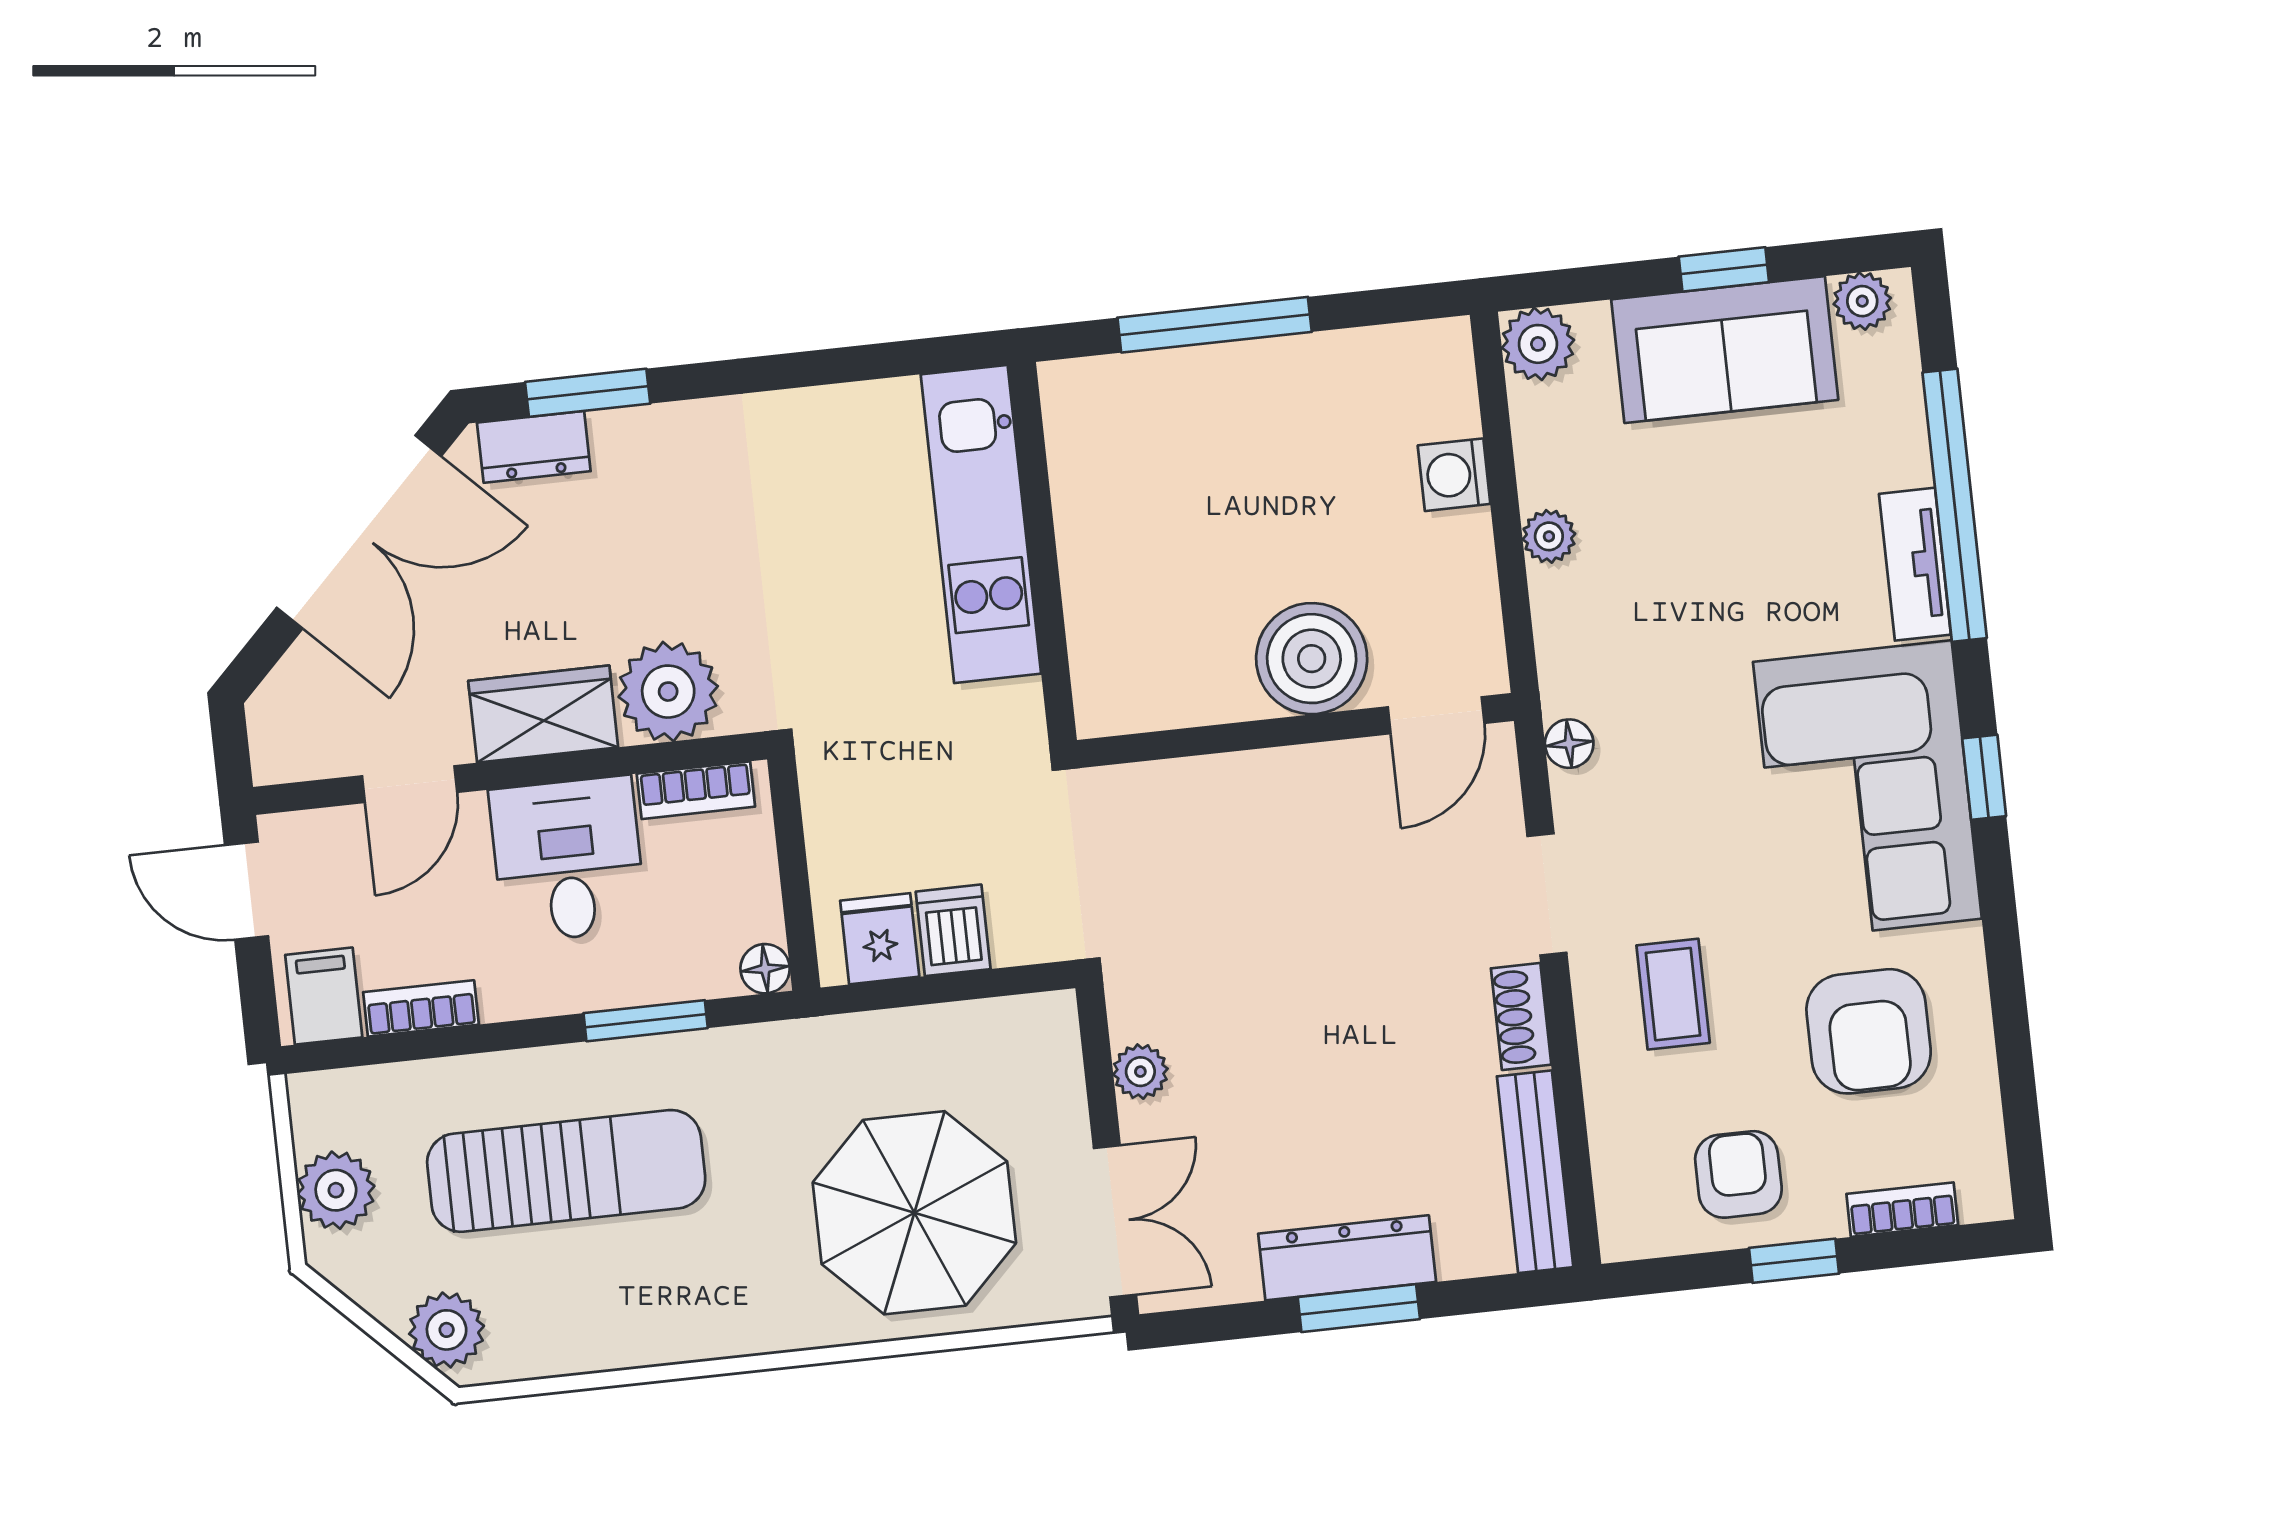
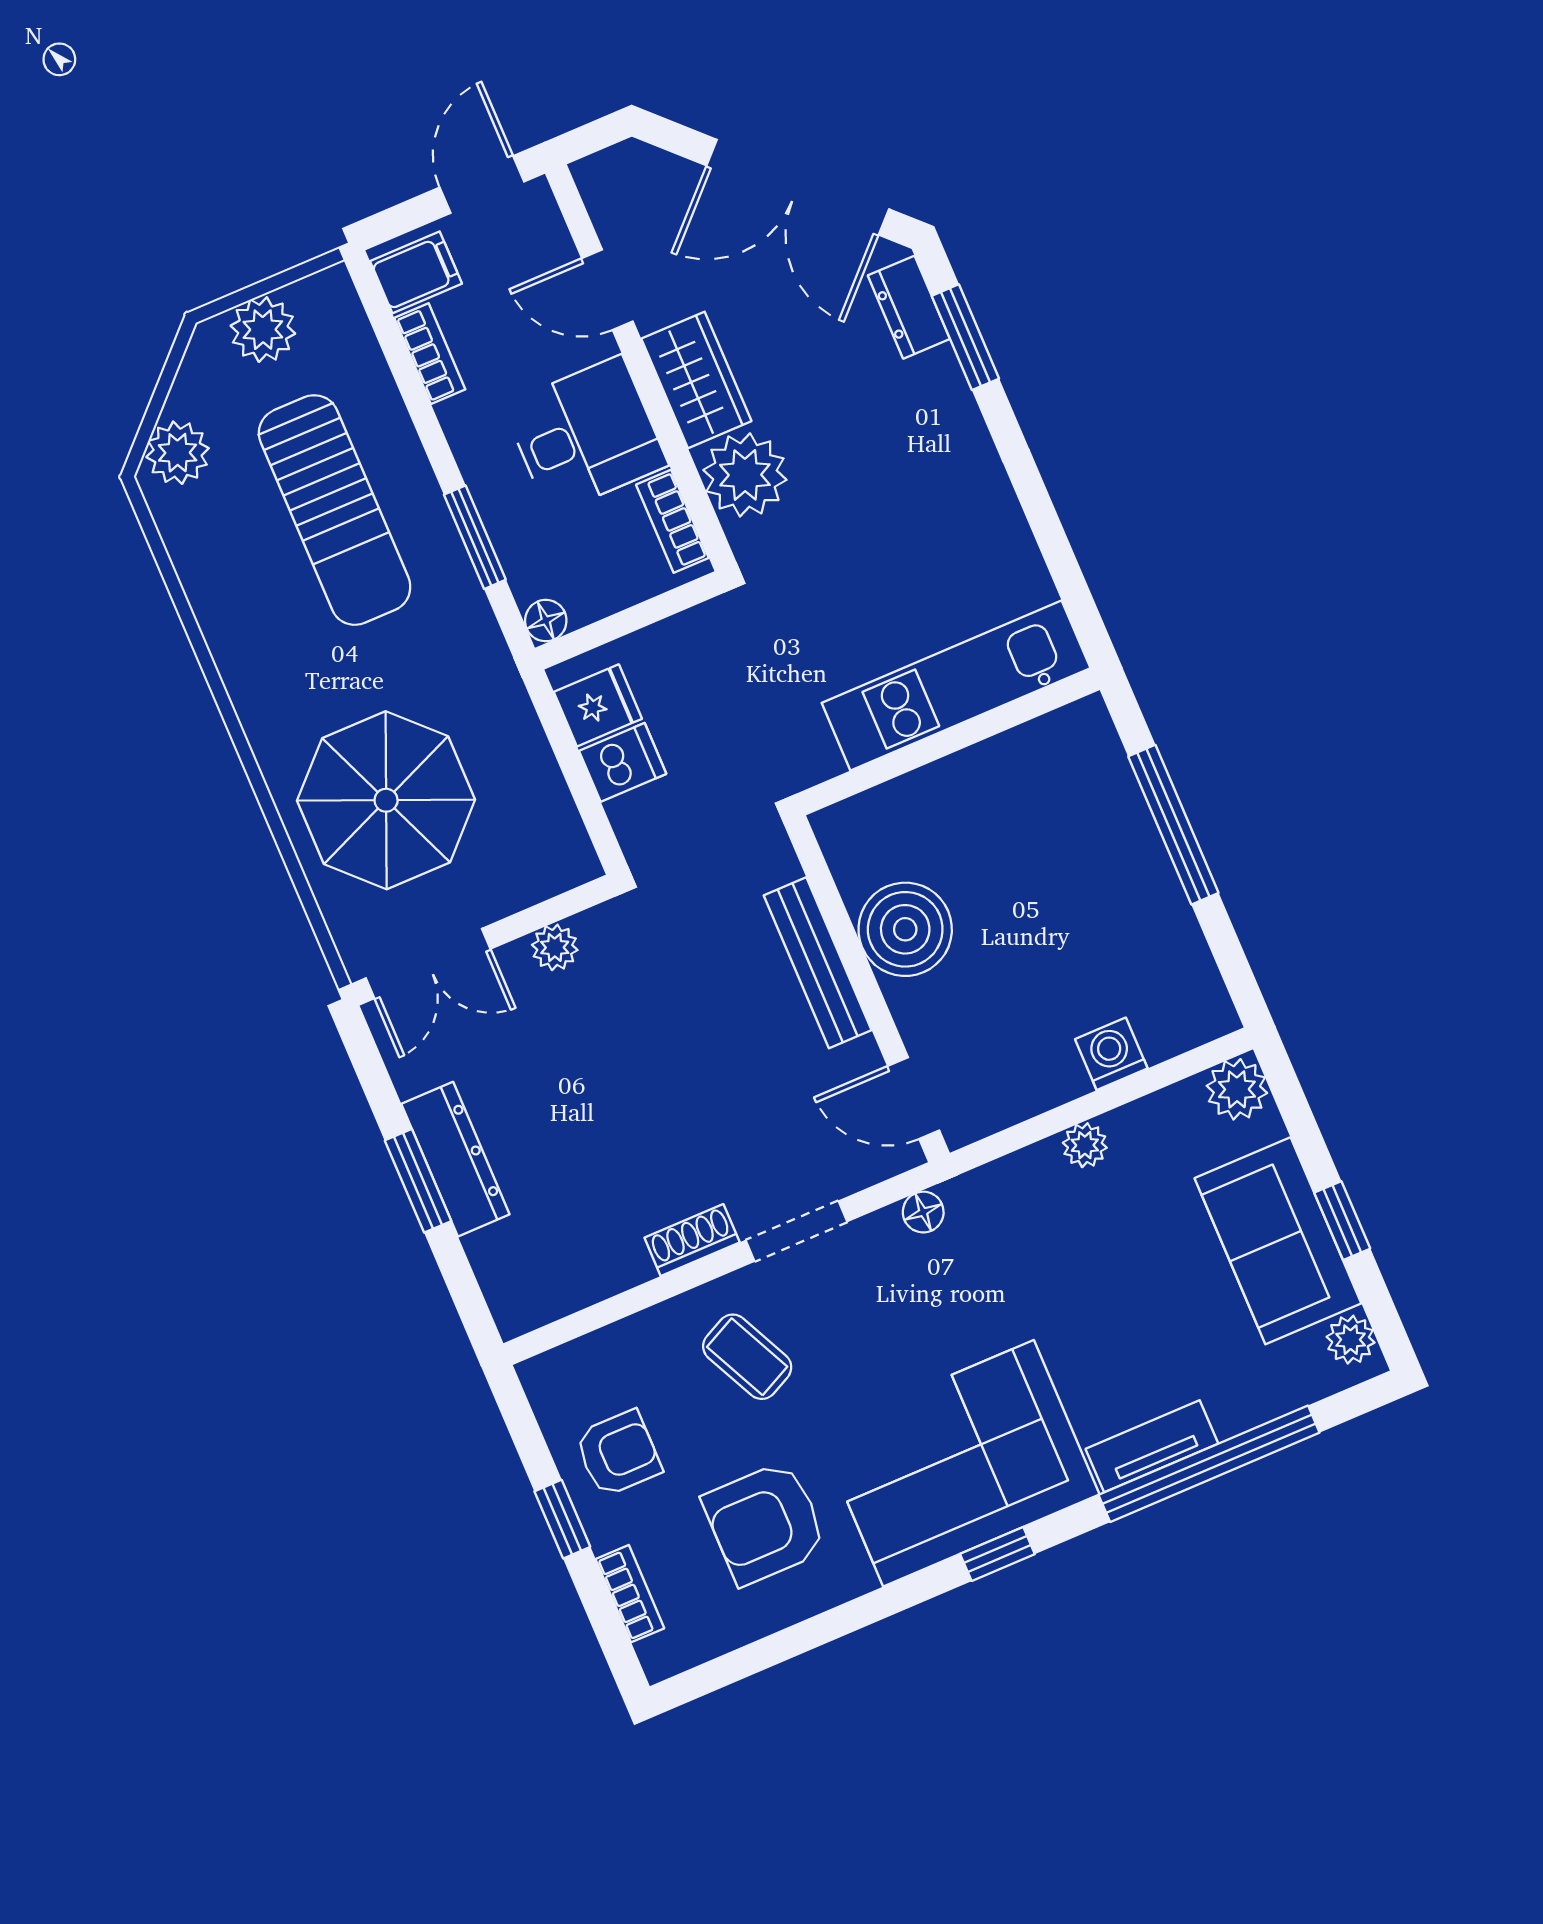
boiler: (1312, 659) -> (905, 929), moved
coffee table: (1673, 994) -> (747, 1357), turned 64
bench: (1535, 1172) -> (818, 963), moved, turned 90

